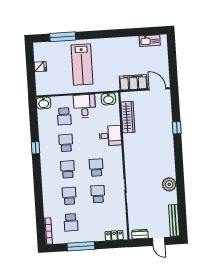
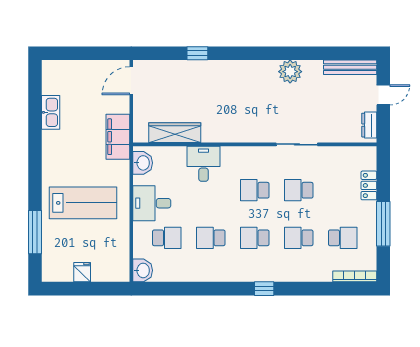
kitchen sink: (150, 41) -> (51, 112), moved
filing cabinet: (133, 82) -> (118, 137), moved
window: (35, 148) -> (264, 289), moved
locker: (114, 235) -> (369, 185), moved

